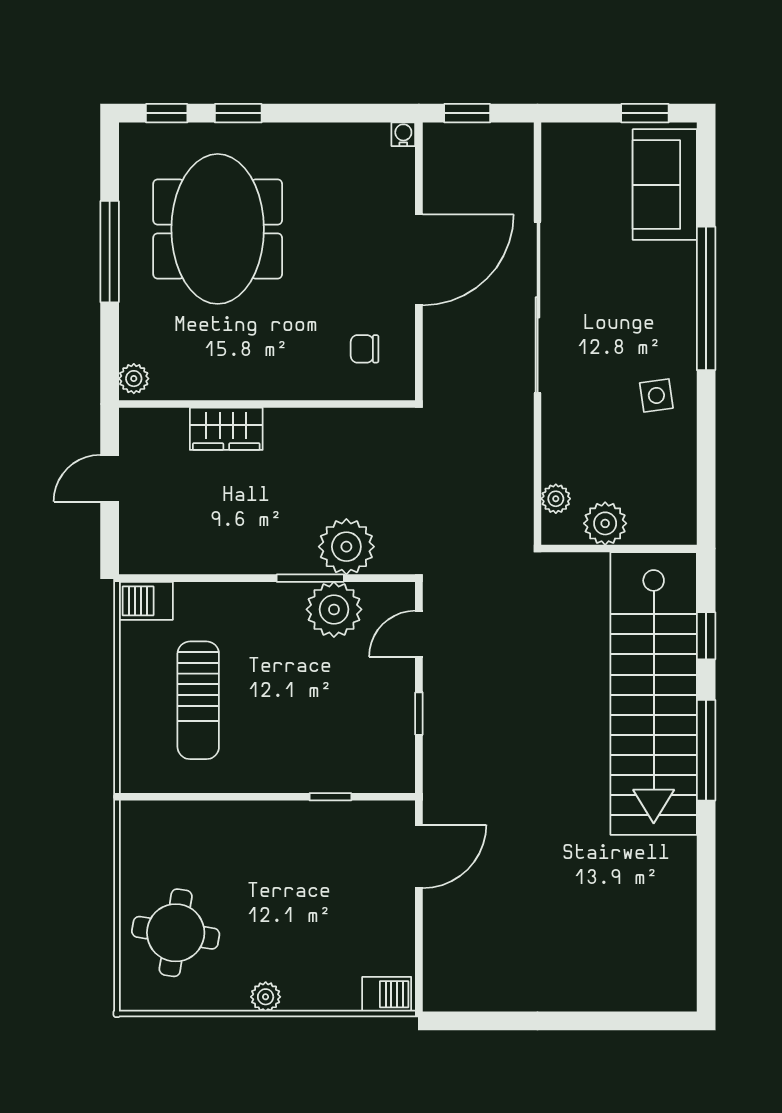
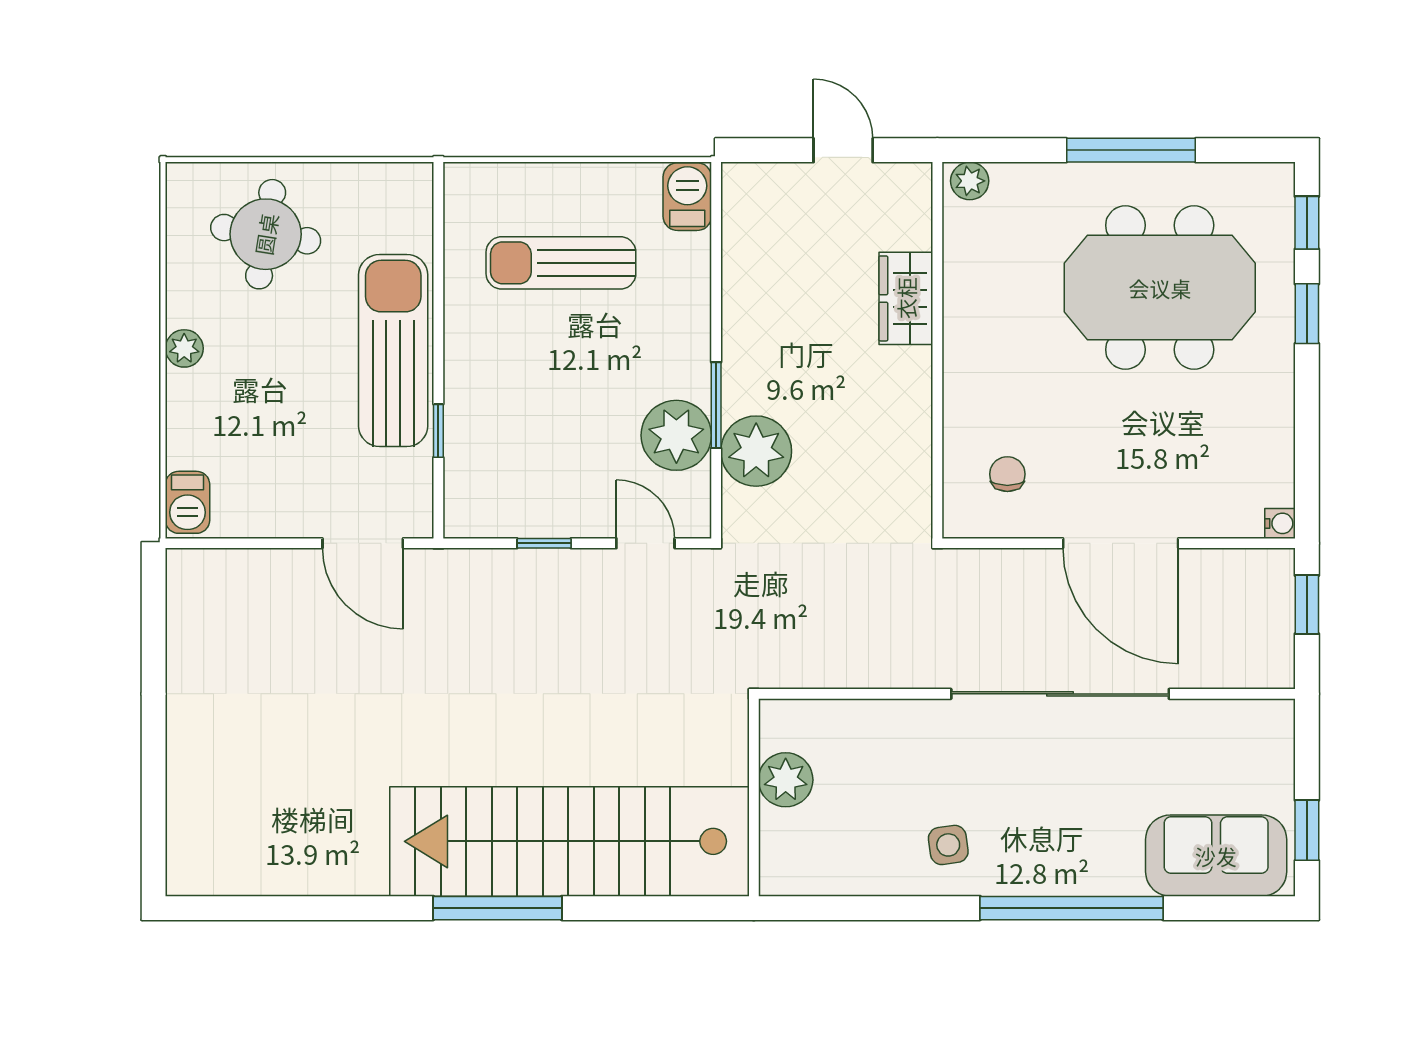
plant: (556, 499) -> (817, 717), removed
window: (706, 636) -> (643, 908), removed
sun lounger: (267, 832) -> (393, 350), added

